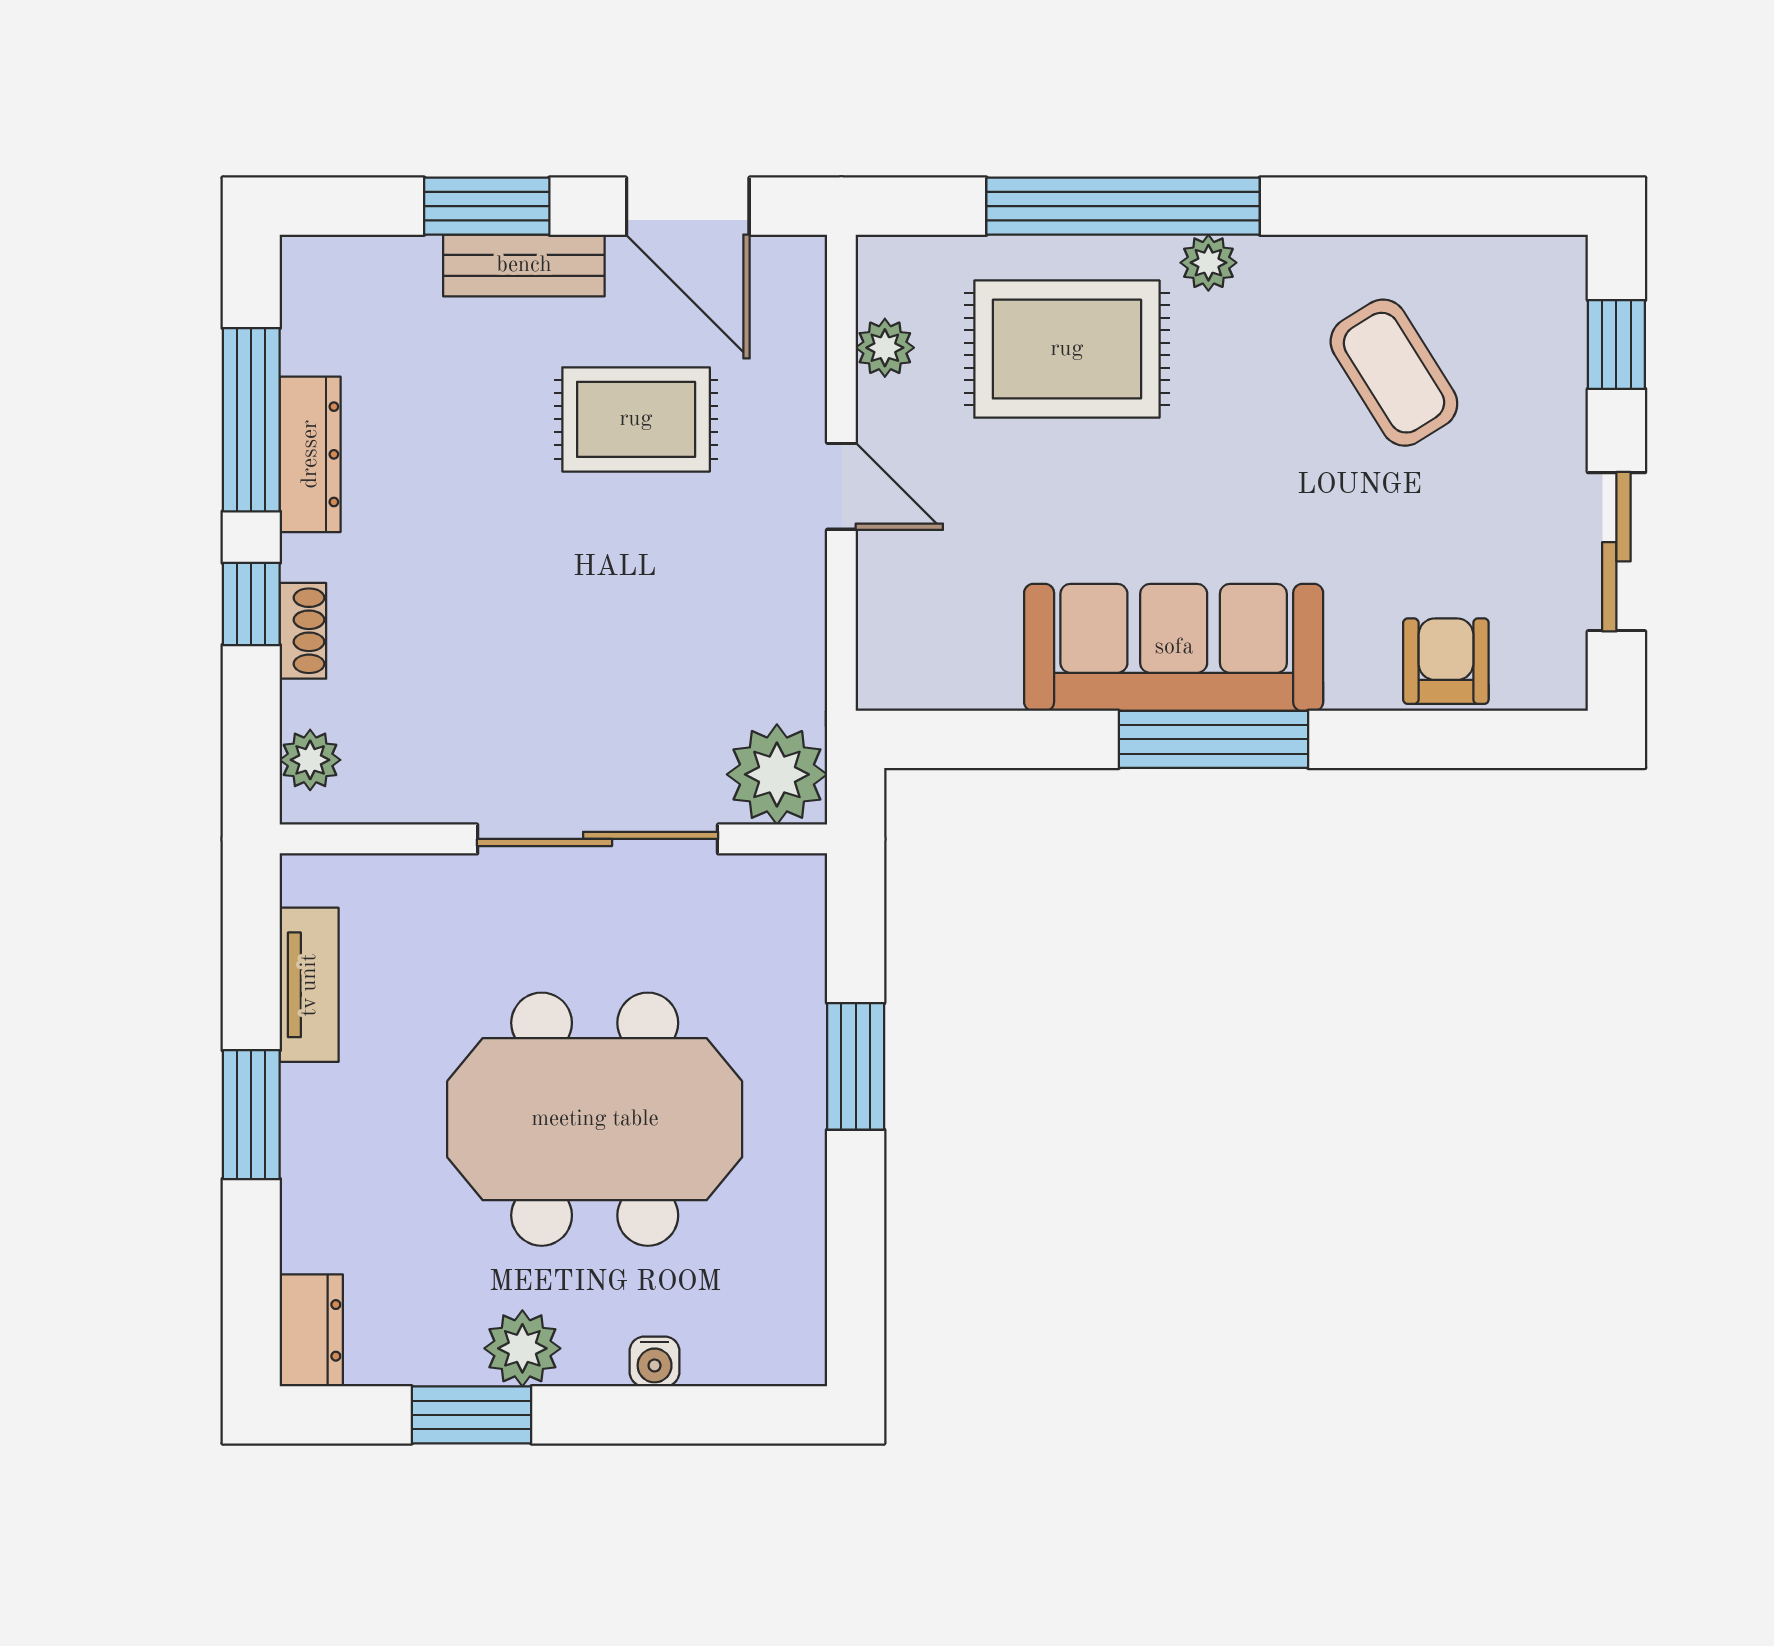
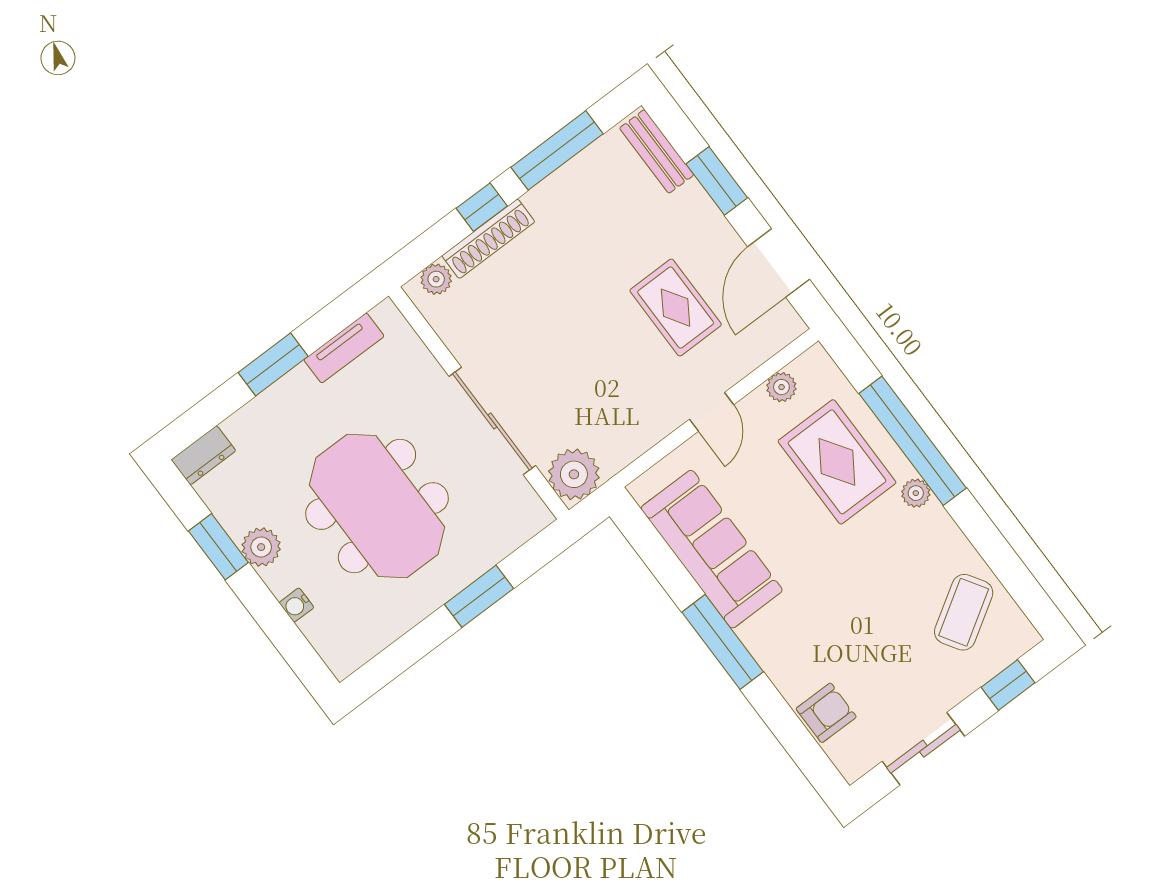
bench: (524, 265) -> (657, 151), moved
coffee table: (1394, 373) -> (964, 612), moved
dresser: (310, 454) -> (561, 185), removed
shoe rack: (303, 631) -> (488, 239), width x1.94, depth x1.24
sofa: (1174, 647) -> (712, 549), moved

